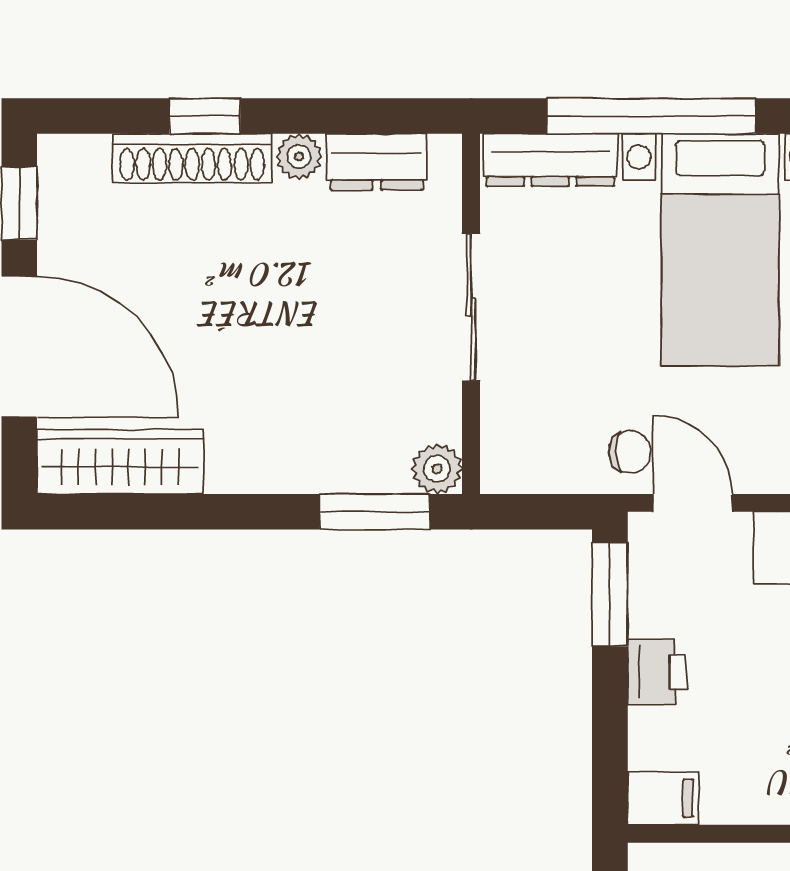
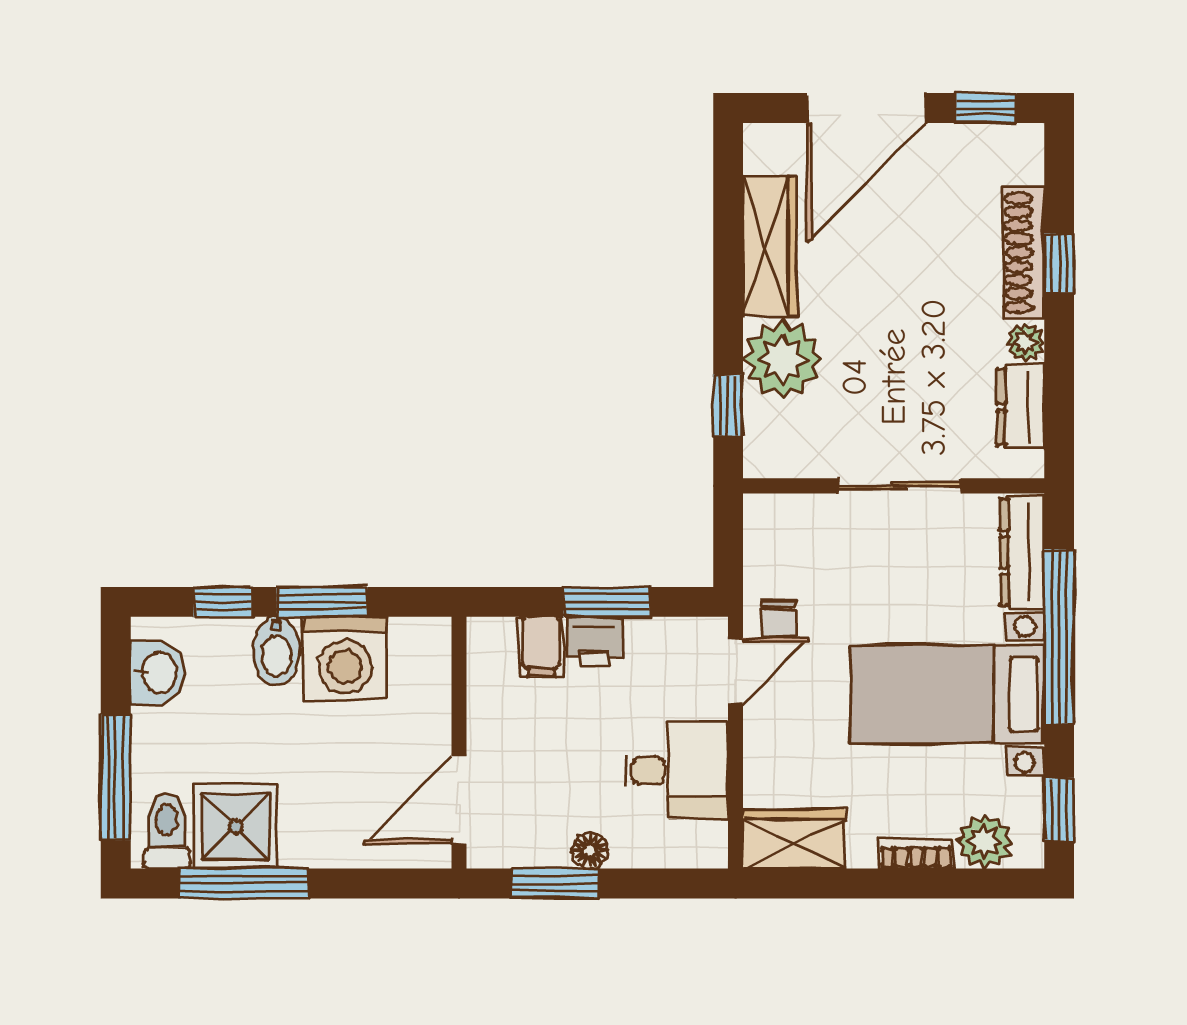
wardrobe: (120, 462) -> (770, 246), moved
plant: (437, 469) -> (783, 359), moved, width x1.87, depth x1.87
window: (375, 512) -> (728, 405), width x0.67
window: (610, 594) -> (607, 602), moved
filing cabinet: (663, 798) -> (541, 646), moved

